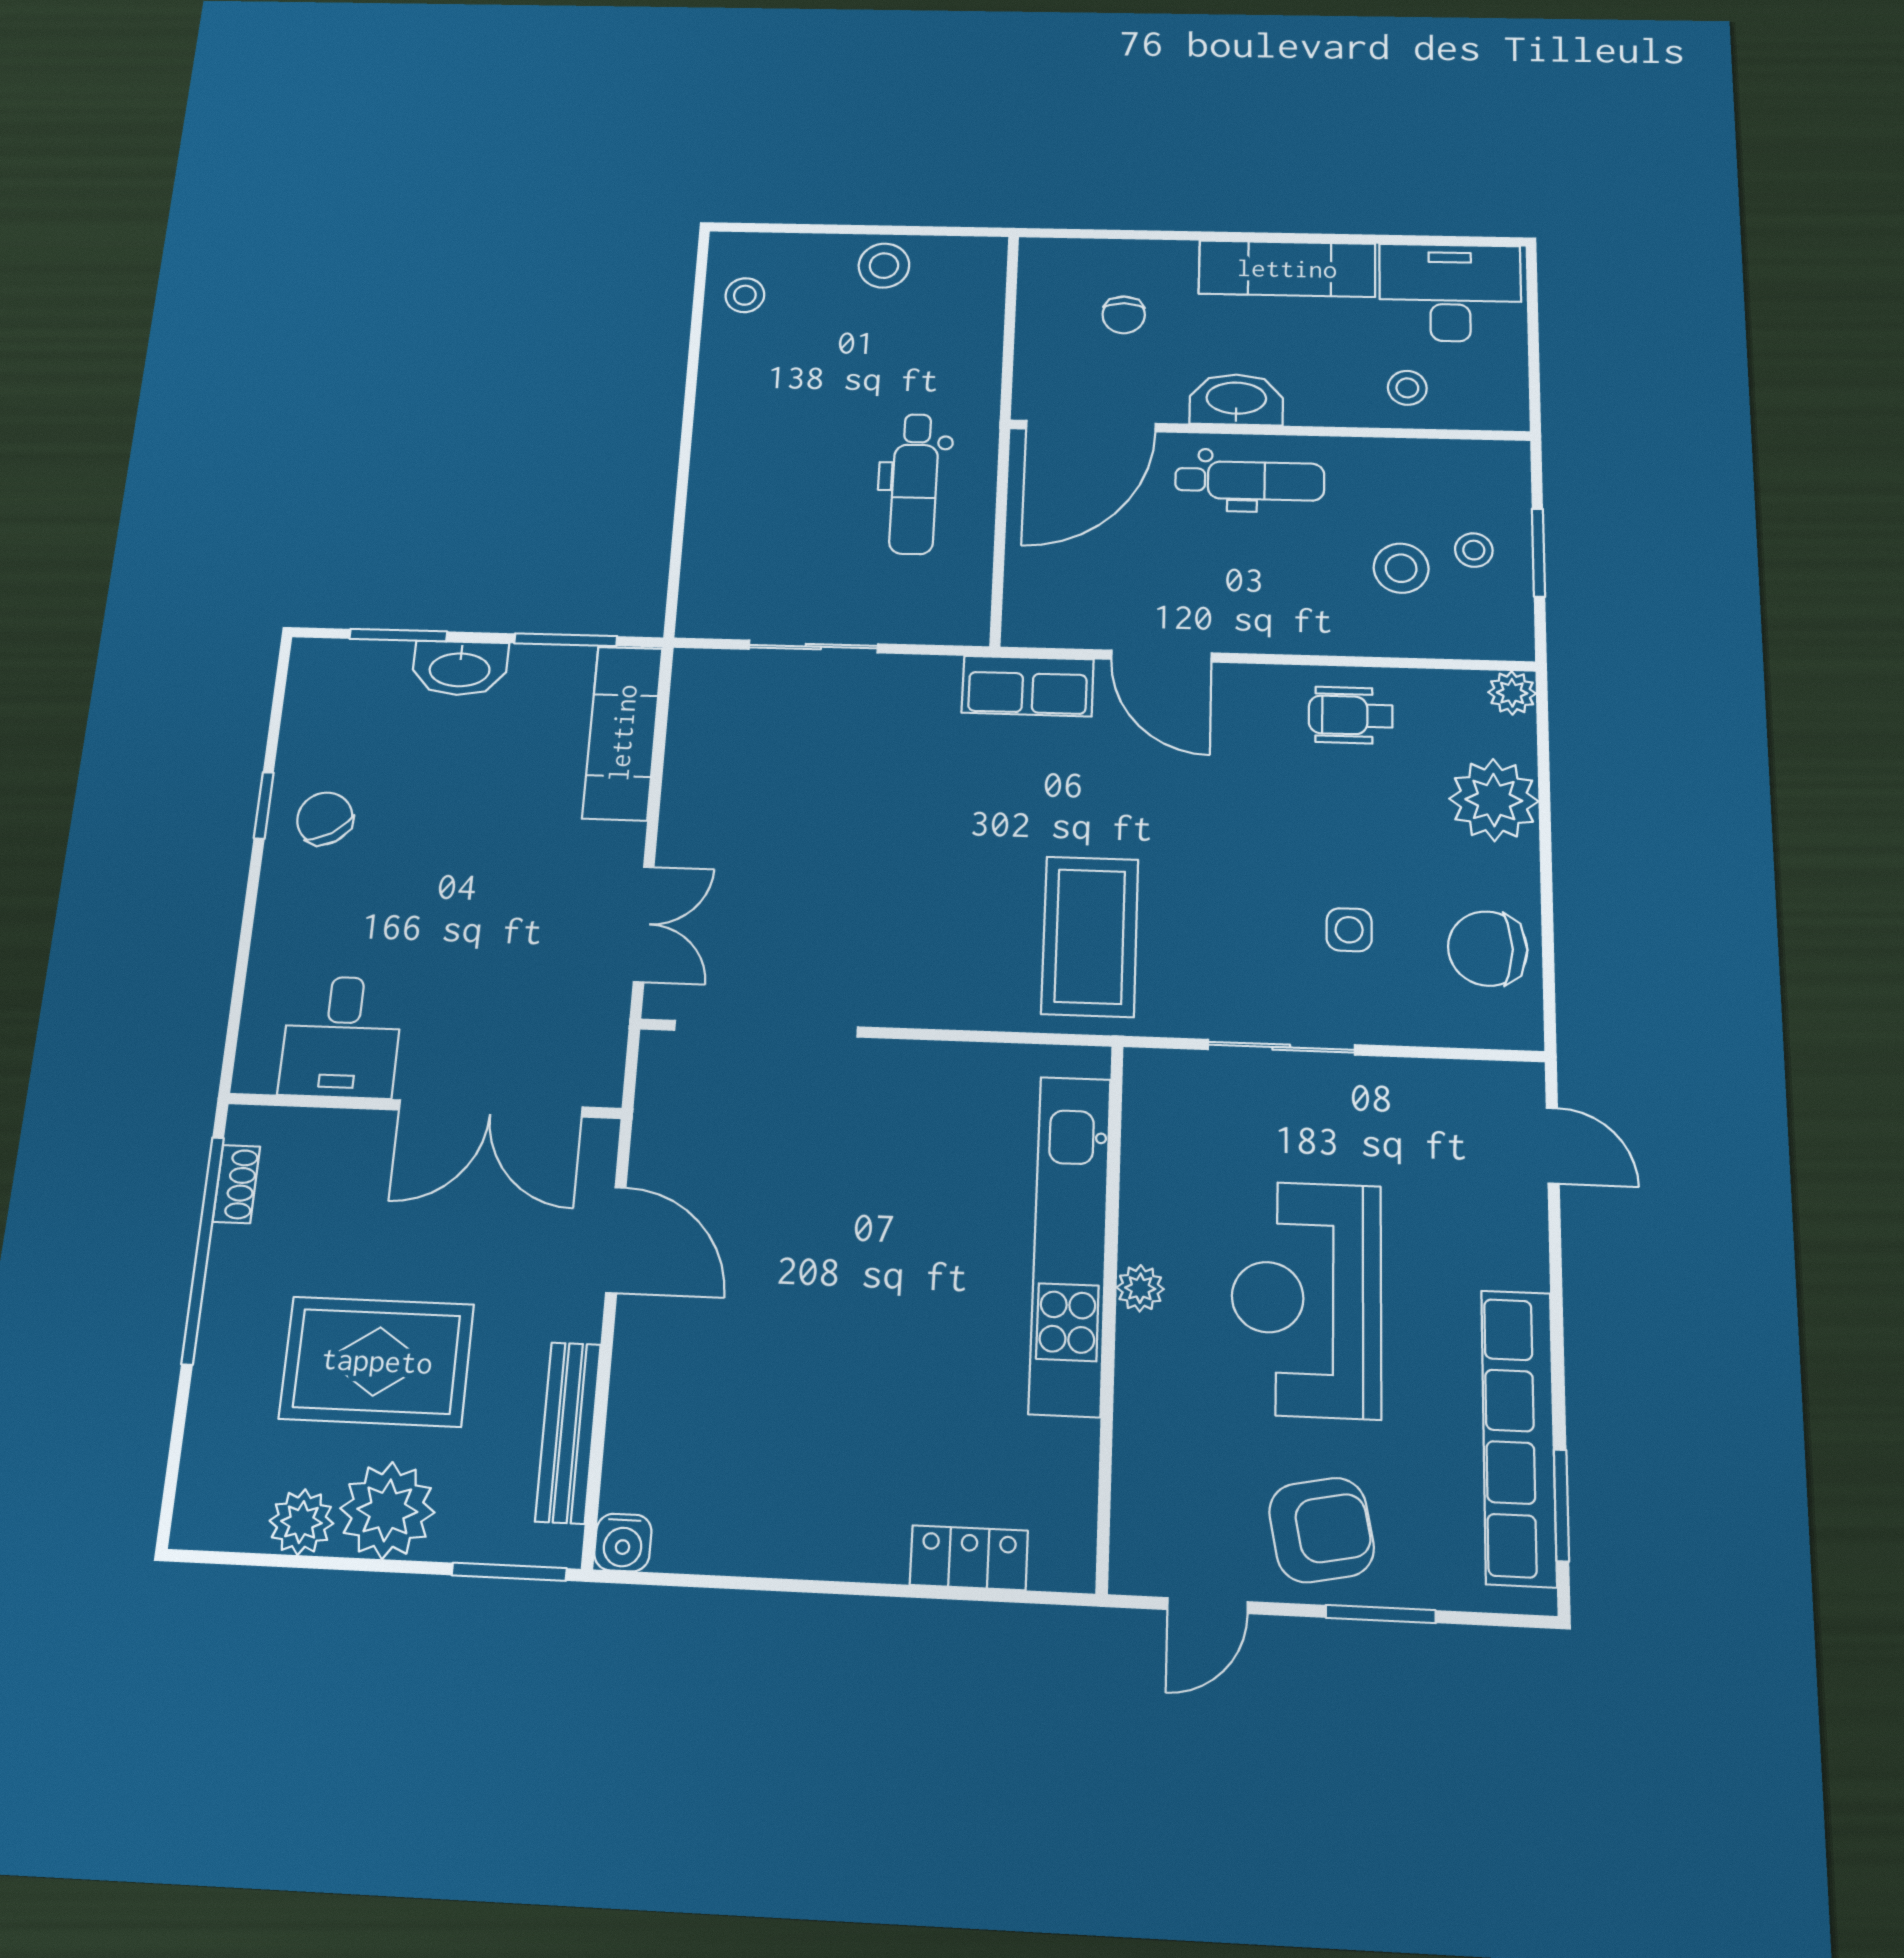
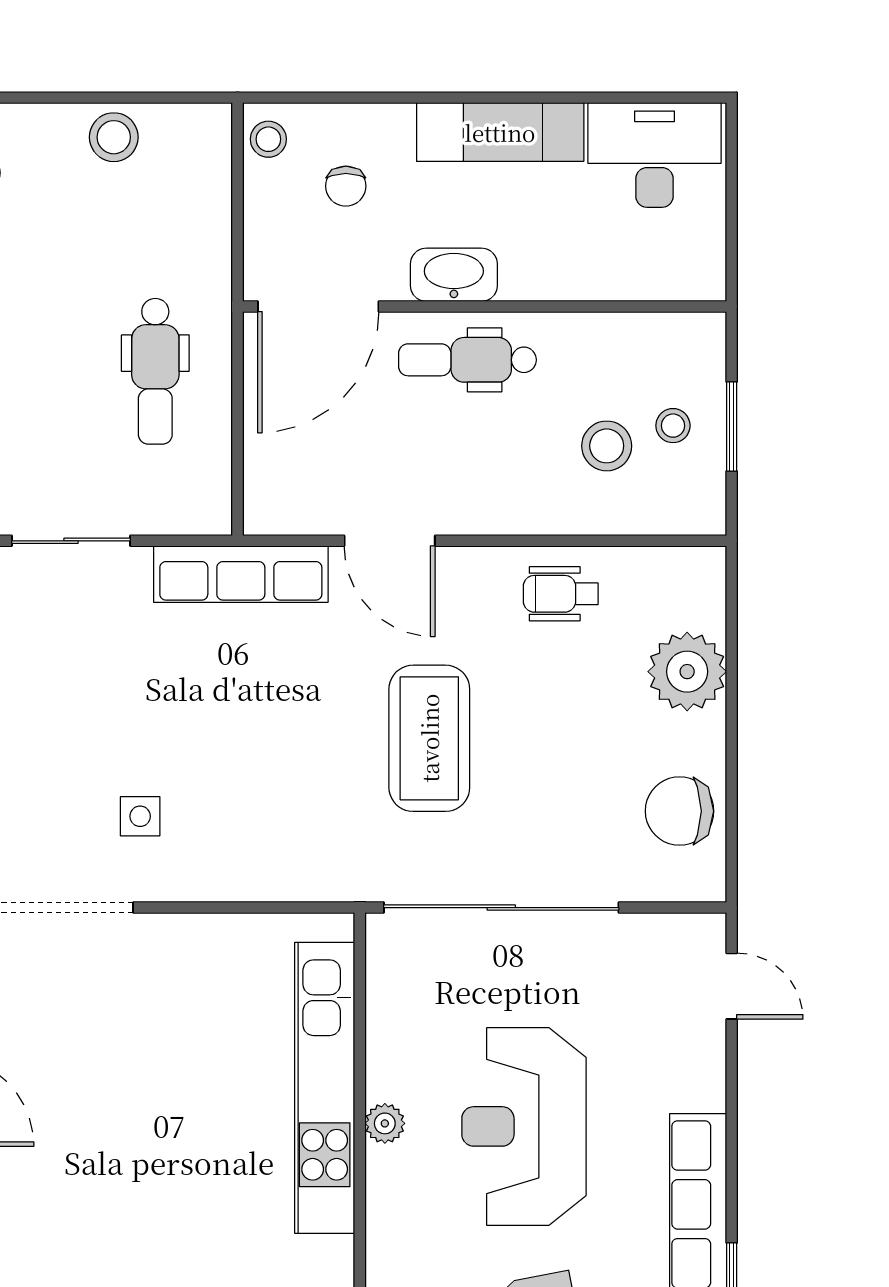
stool: (1407, 388) -> (268, 139), moved
dental chair: (1250, 481) -> (467, 360), turned 180
row of seats: (1028, 686) -> (241, 574), width x1.48
plant: (1512, 693) -> (705, 567), removed
side table: (1349, 930) -> (140, 816), moved
coffee table: (1090, 936) -> (429, 738), moved
sliding door: (1281, 1047) -> (501, 908), width x1.86

